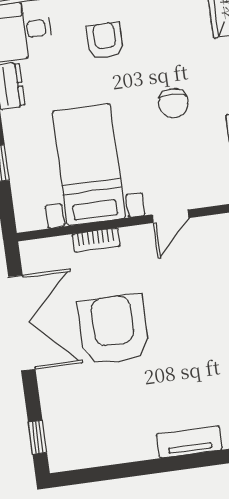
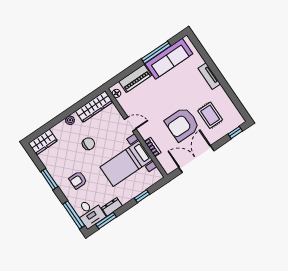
rug: (103, 401) -> (210, 115), added

